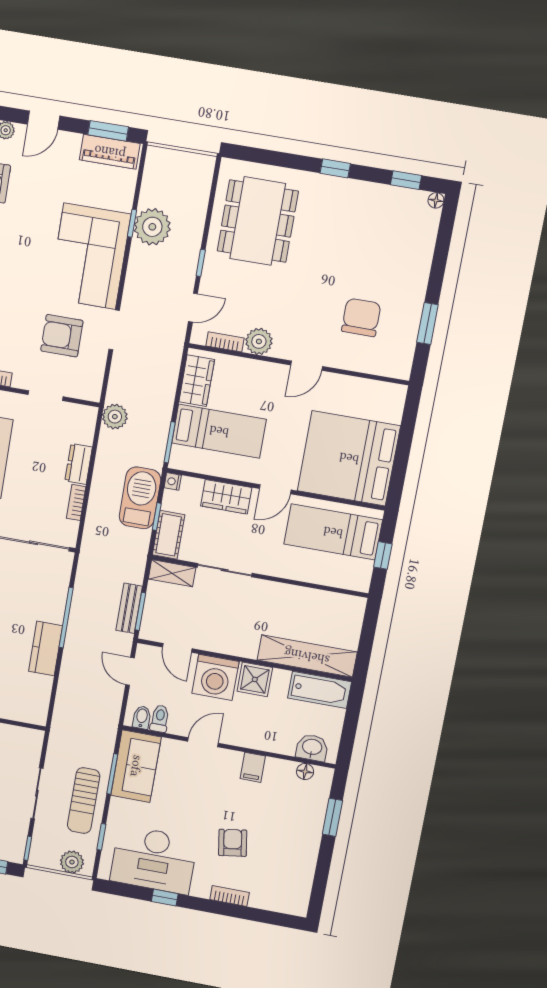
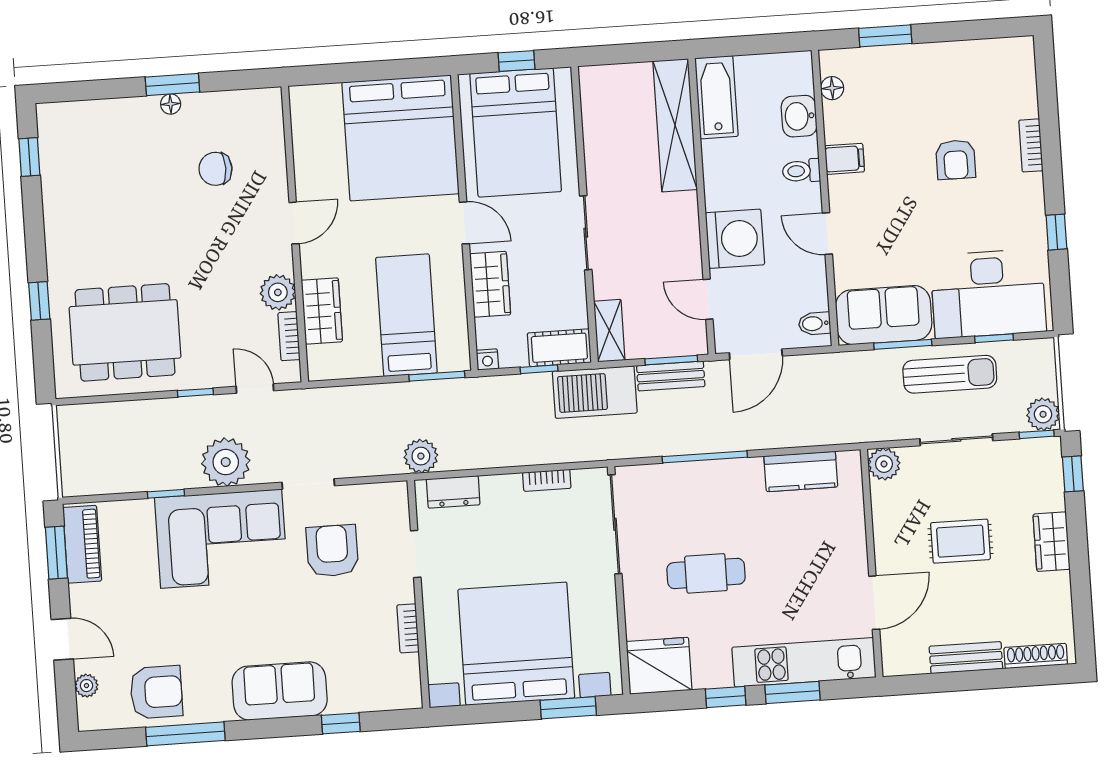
window: (335, 168) -> (39, 301), moved
floor lamp: (436, 200) -> (171, 104), moved
plant: (152, 227) -> (226, 462), moved
chair: (361, 317) -> (215, 169), width x0.73, depth x0.73
window: (427, 324) -> (172, 84), moved
armchair: (62, 336) -> (332, 551), turned 180
door: (307, 366) -> (294, 223), hinge flipped
wardrobe: (197, 381) -> (322, 311), moved, turned 90
dresser: (79, 464) -> (453, 492), moved
barbecue: (140, 498) -> (595, 392), moved
bed: (333, 532) -> (516, 132), width x1.50
sliding door: (225, 570) -> (586, 233), moved
kitchen counter: (46, 648) -> (801, 471), moved
door: (177, 648) -> (708, 299), swing flipped
door: (130, 671) -> (756, 354), width x1.38
shower: (255, 679) -> (724, 186), removed
toilet: (160, 719) -> (801, 171), moved
plant: (32, 740) -> (884, 464), added
washbasin: (312, 748) -> (799, 116), moved
armchair: (233, 843) -> (956, 160), turned -81
desk: (154, 860) -> (988, 294), moved, turned 90
plant: (72, 862) -> (1043, 414), moved

